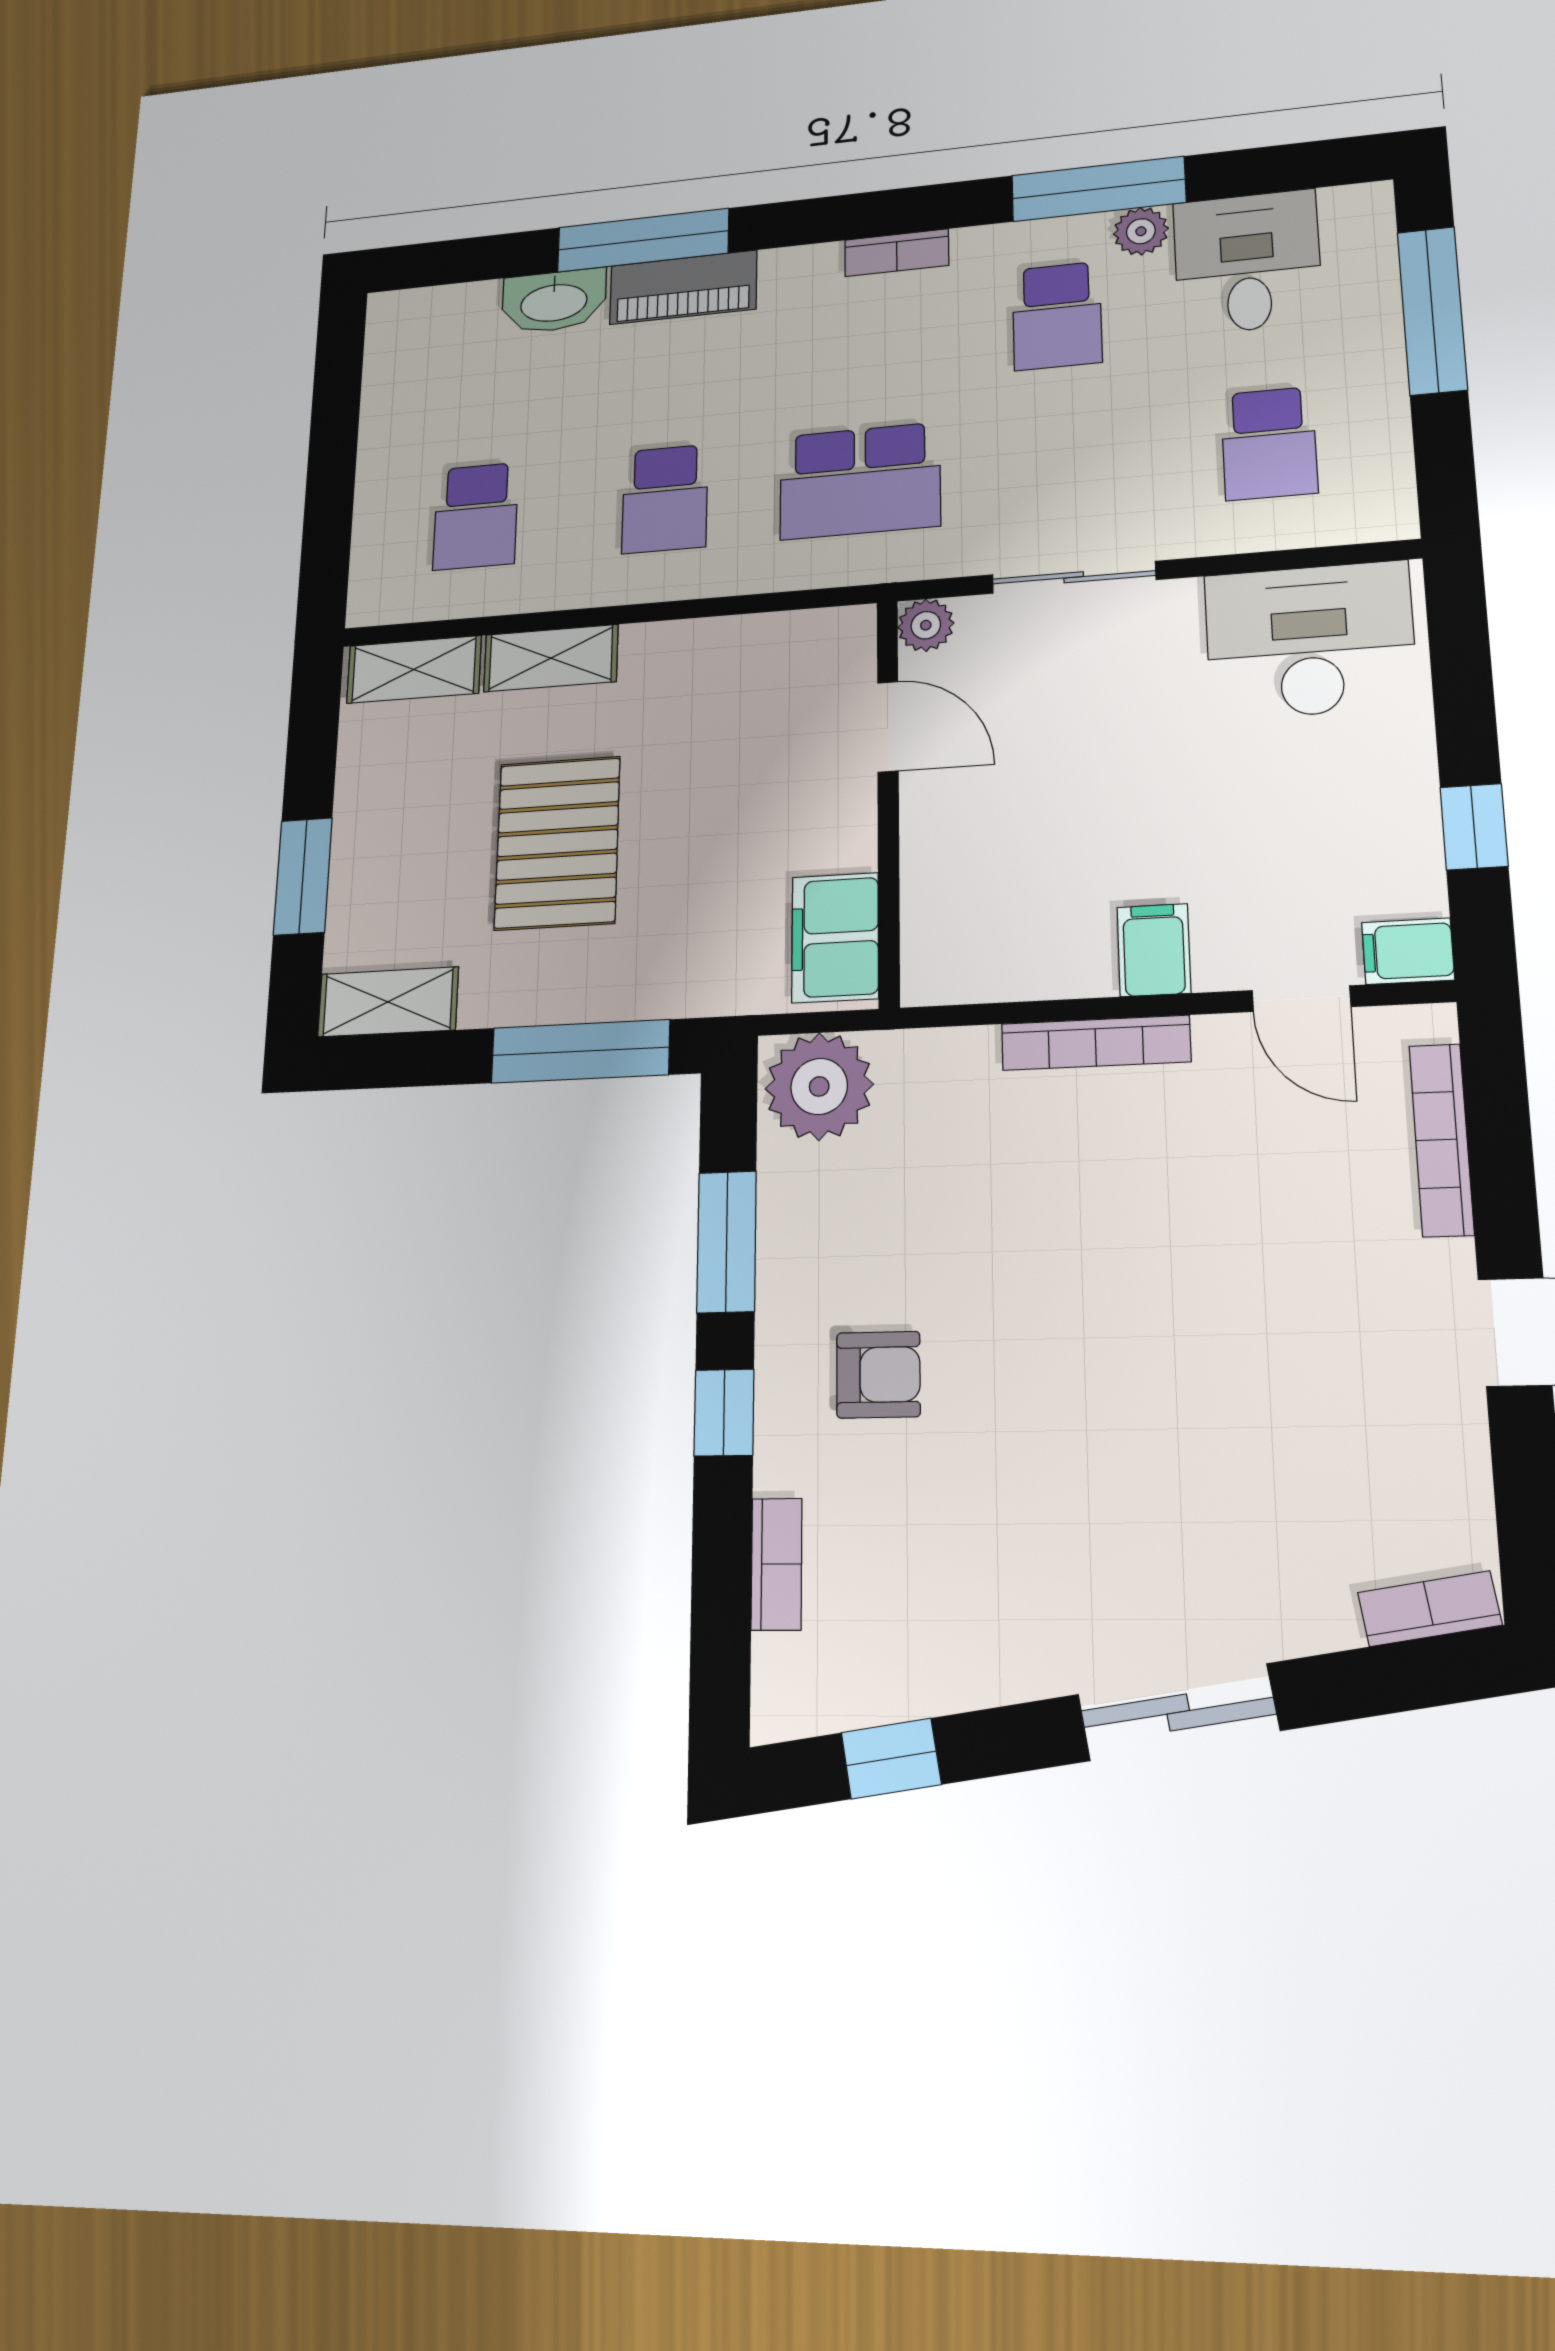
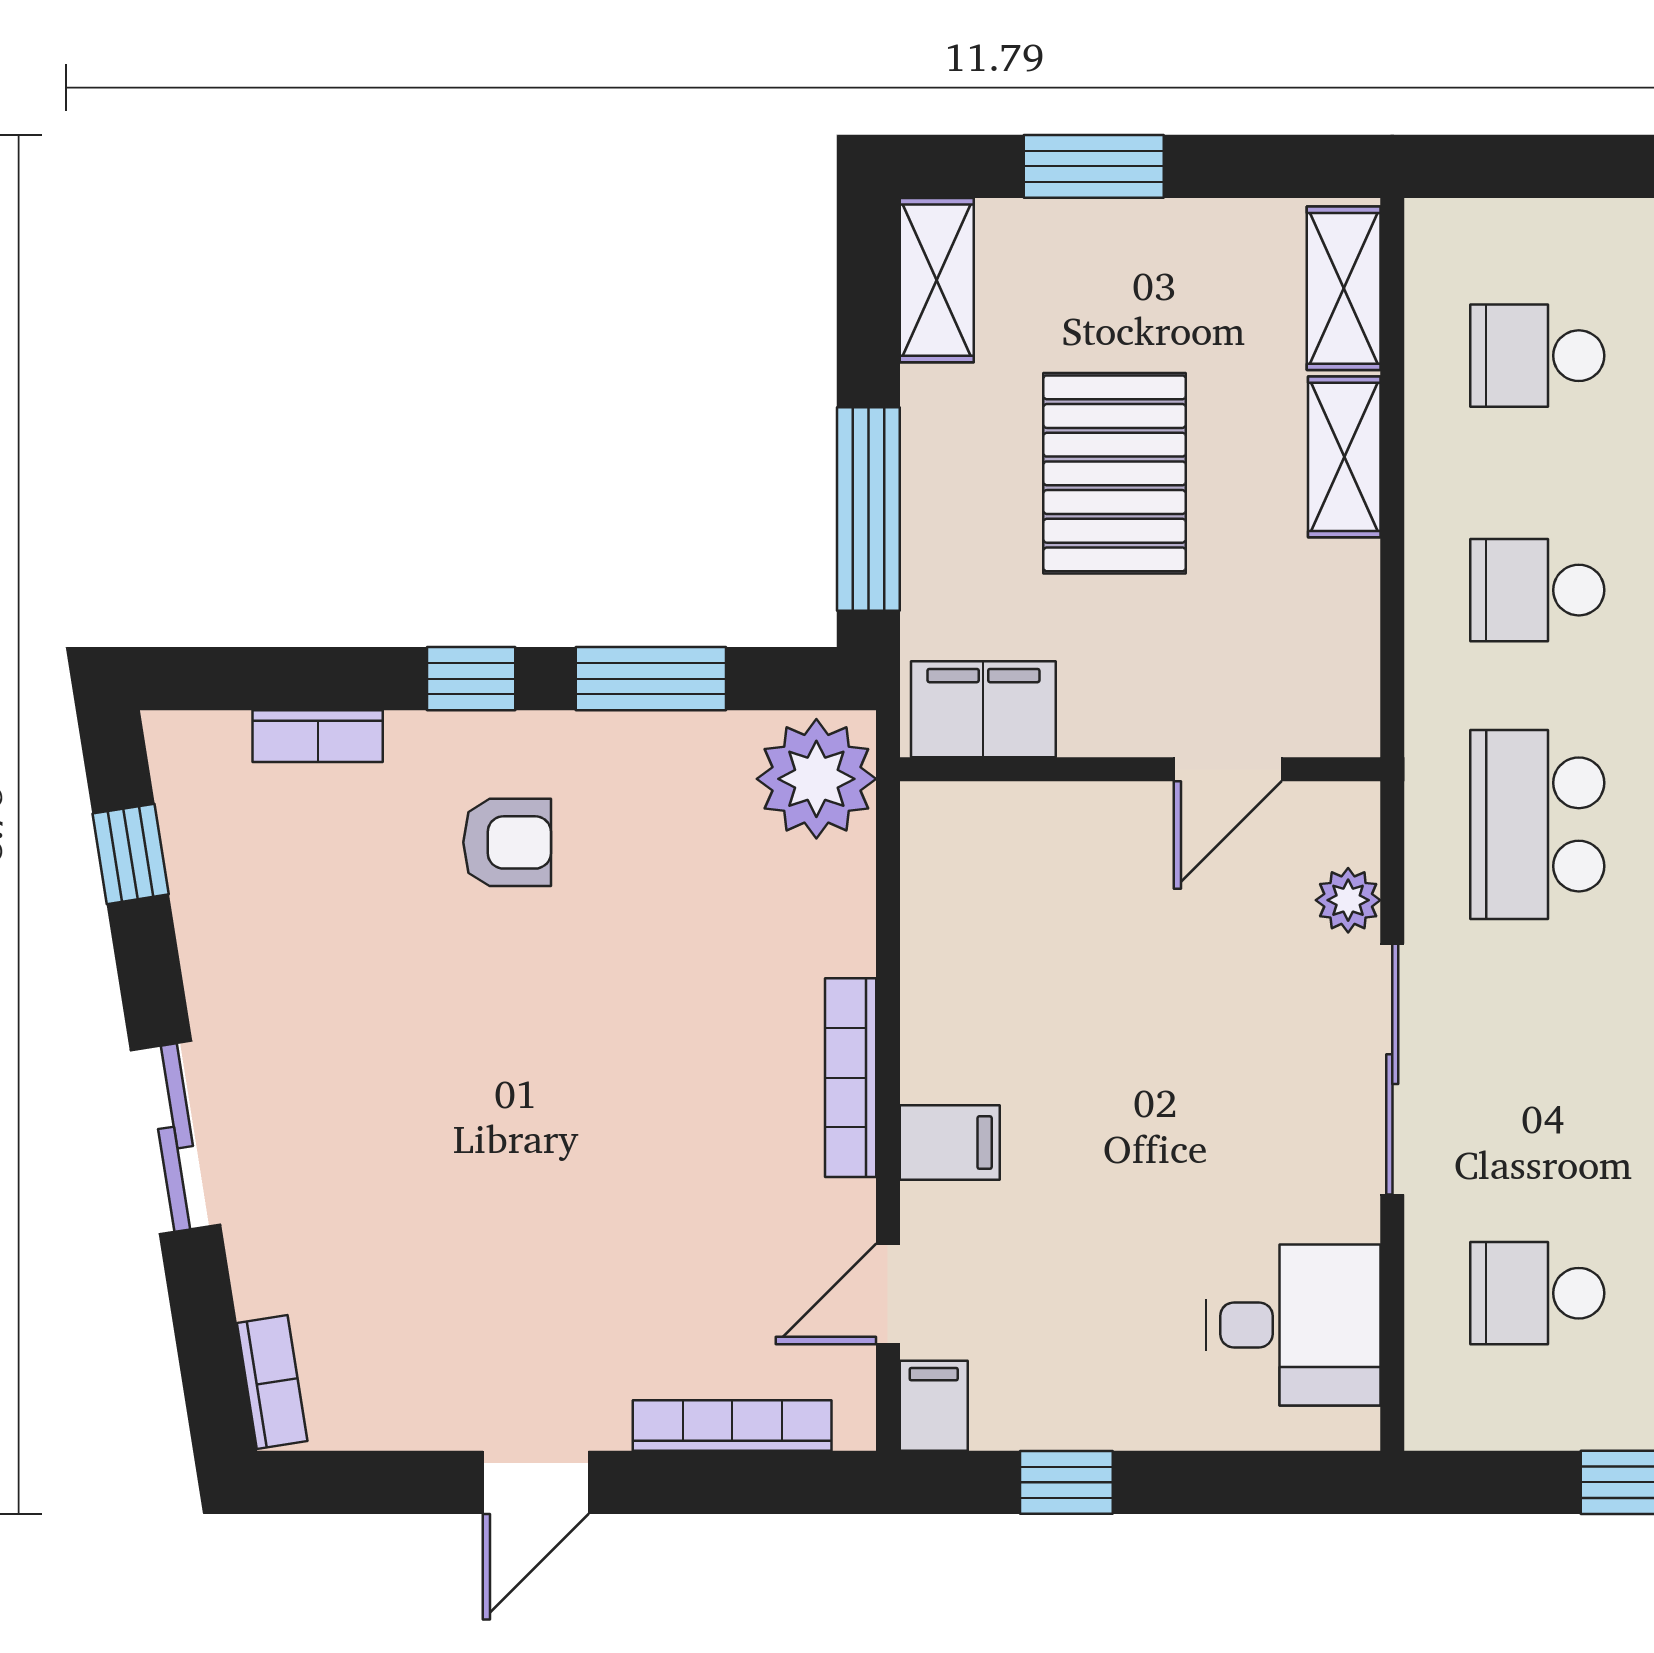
sliding door: (1074, 577) -> (1392, 1069), width x1.37
desk: (1310, 640) -> (1293, 1325), width x0.73
door: (888, 727) -> (1228, 769), moved
wall: (888, 800) -> (1140, 769), moved
pallet: (557, 843) -> (1115, 473), turned 90
filing cabinet: (835, 938) -> (983, 709), moved
armchair: (878, 1375) -> (507, 842), turned -90

